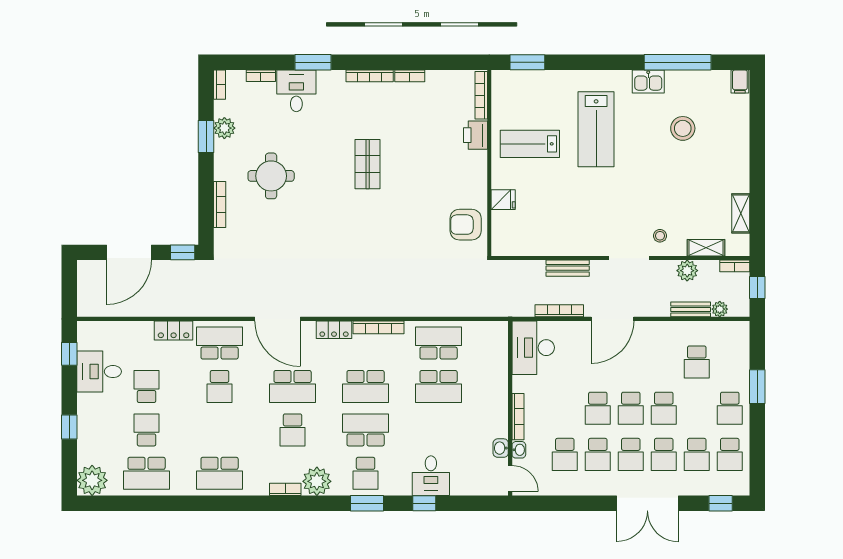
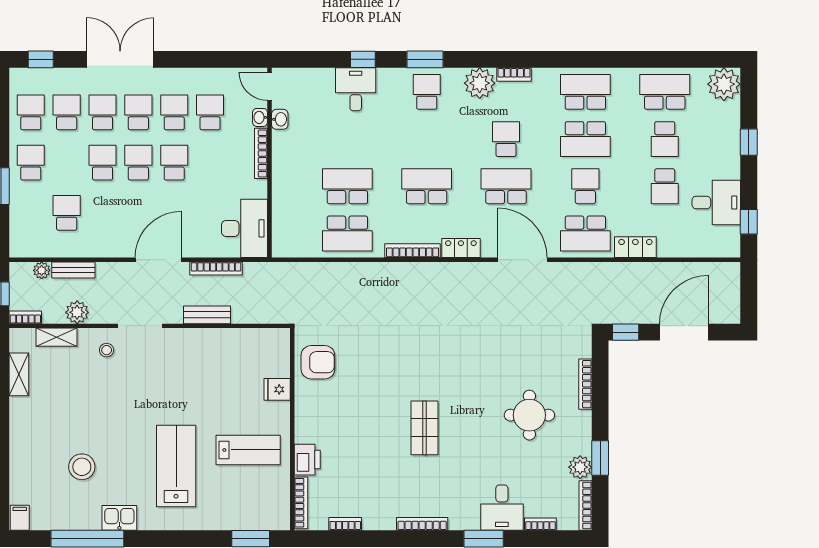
bookcase: (410, 76) -> (345, 524), moved
bookcase: (220, 85) -> (585, 505), width x1.56
school desk: (366, 430) -> (585, 139), moved

